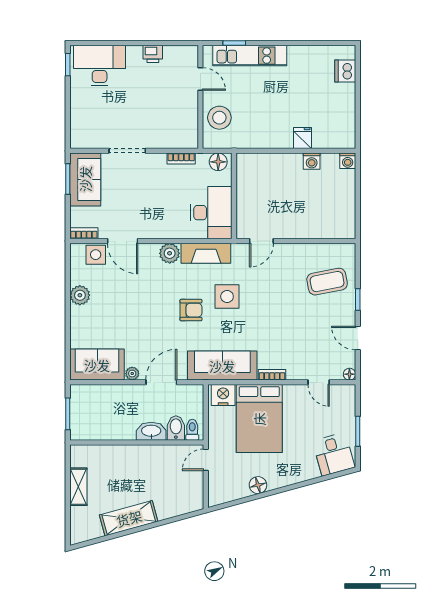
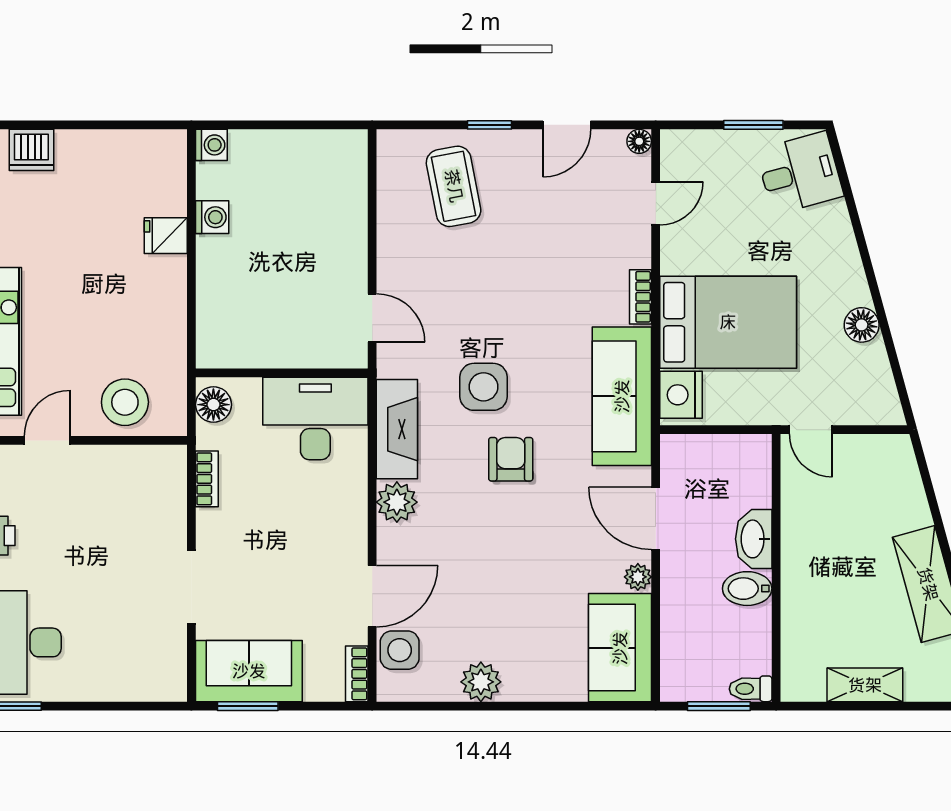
bidet: (176, 428) -> (747, 589), moved
toilet: (192, 430) -> (751, 689), moved

